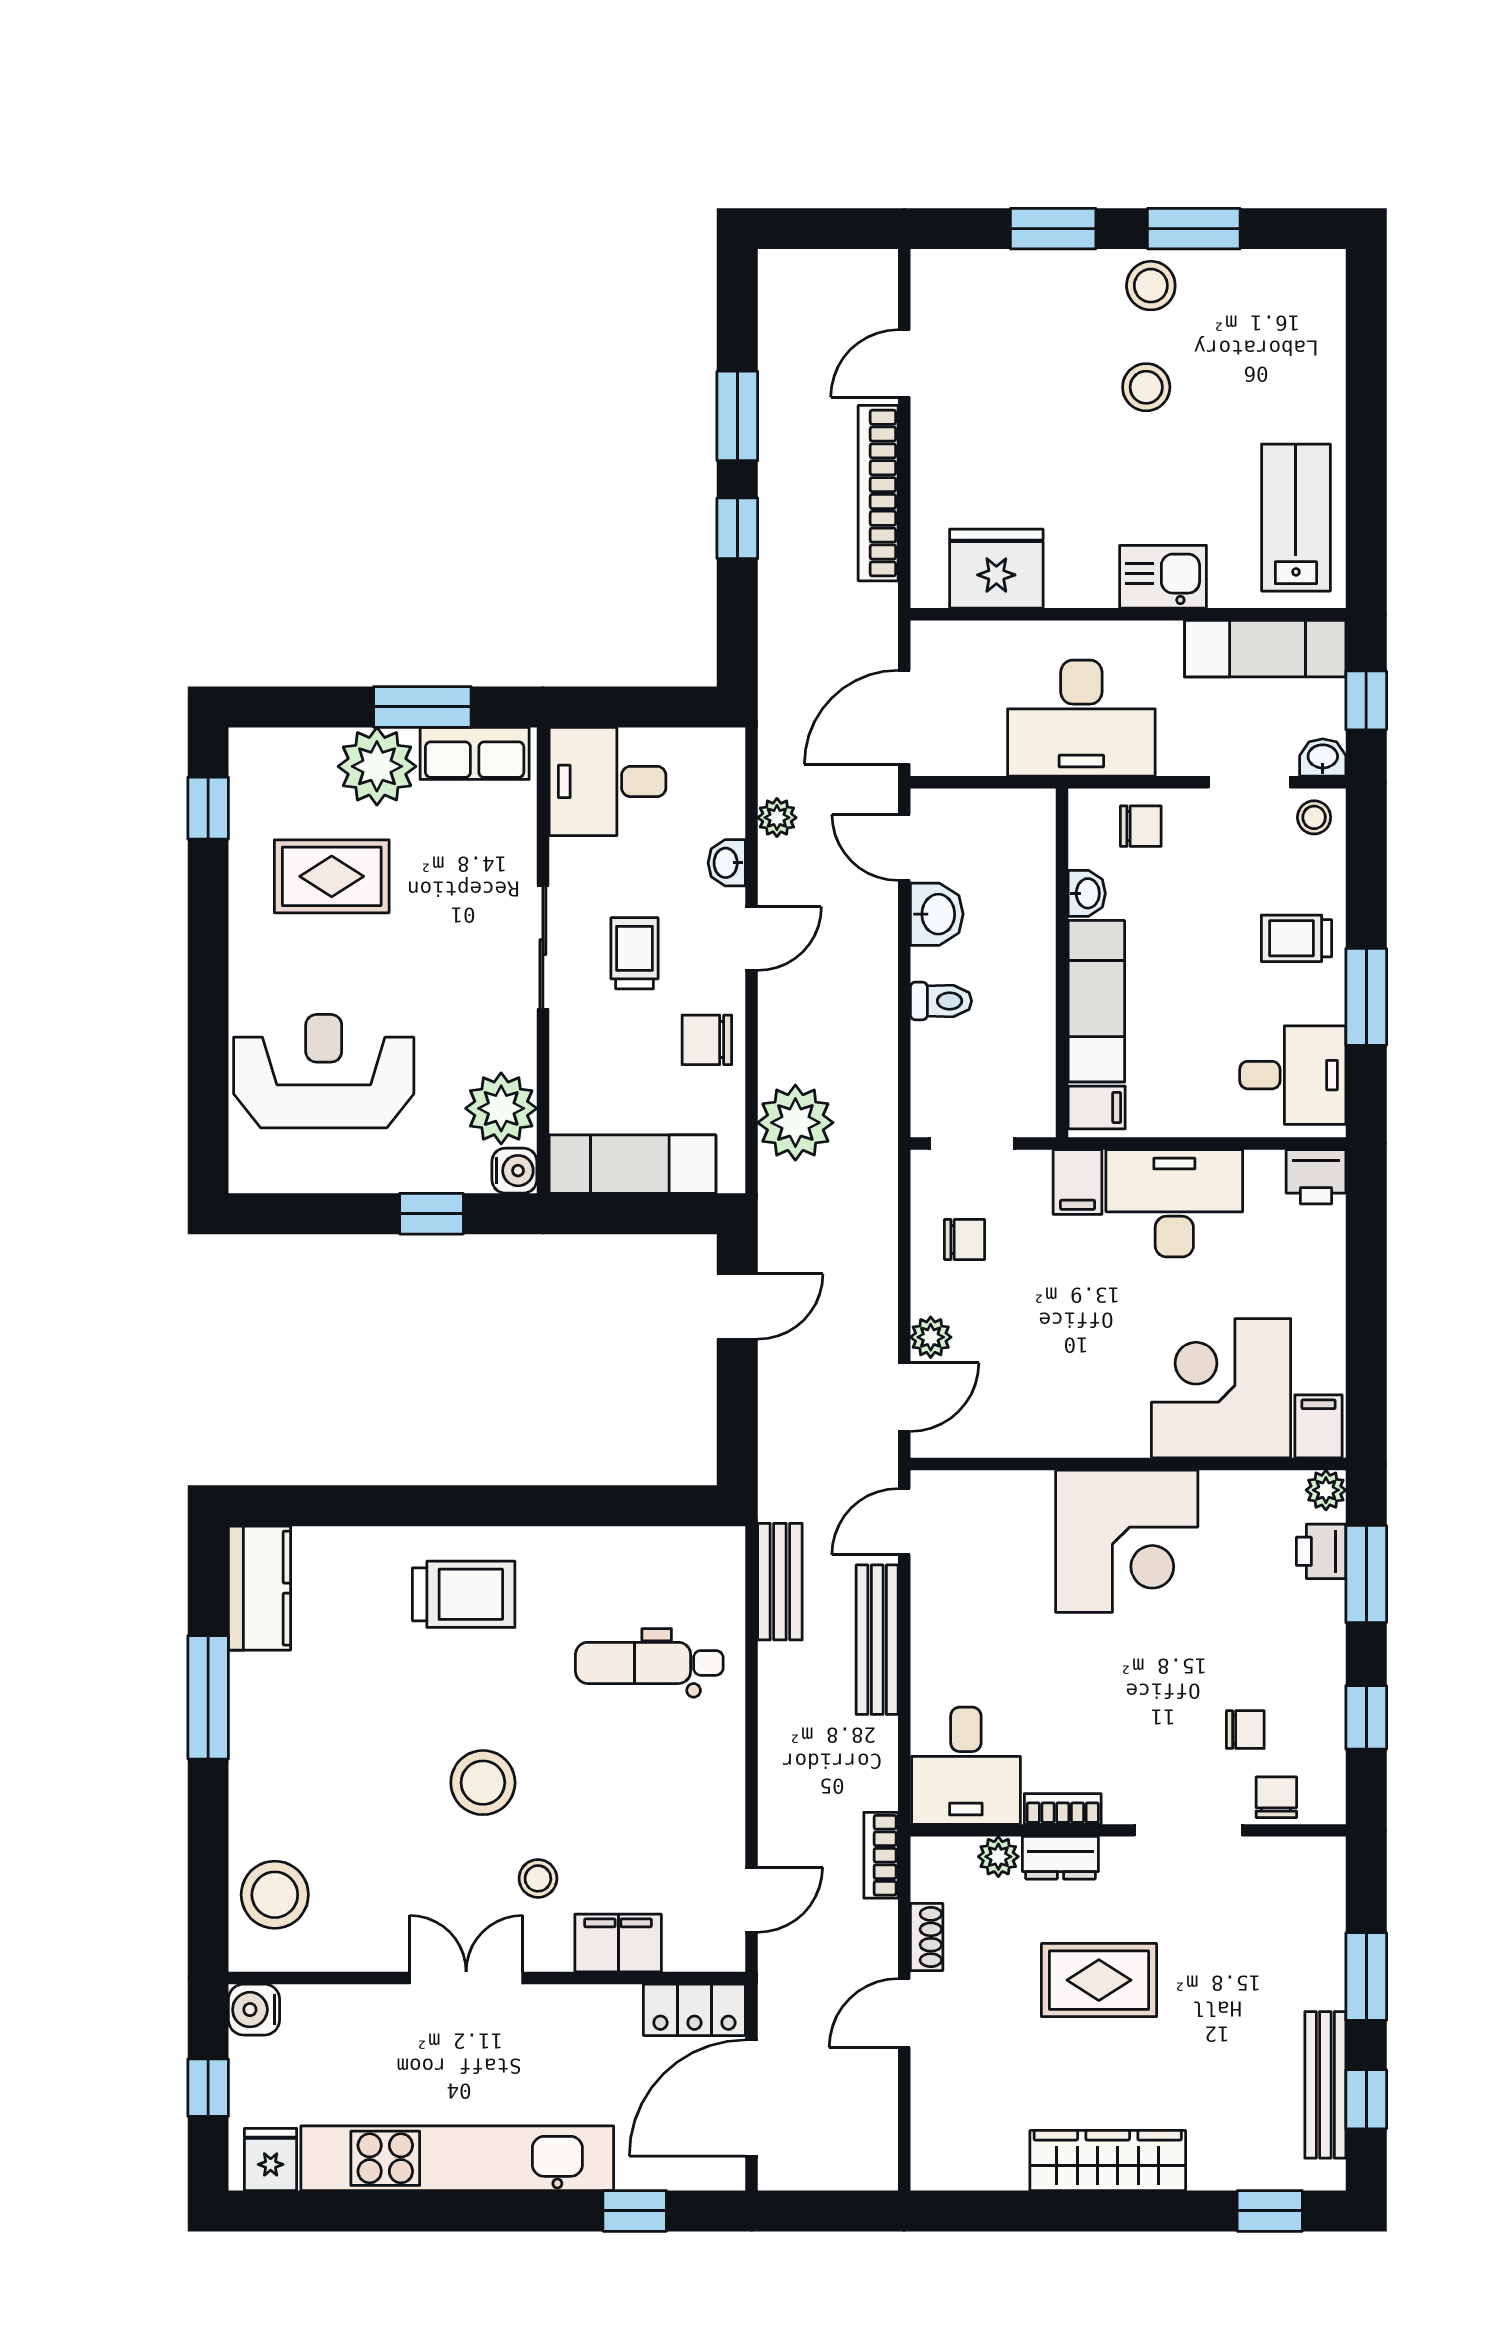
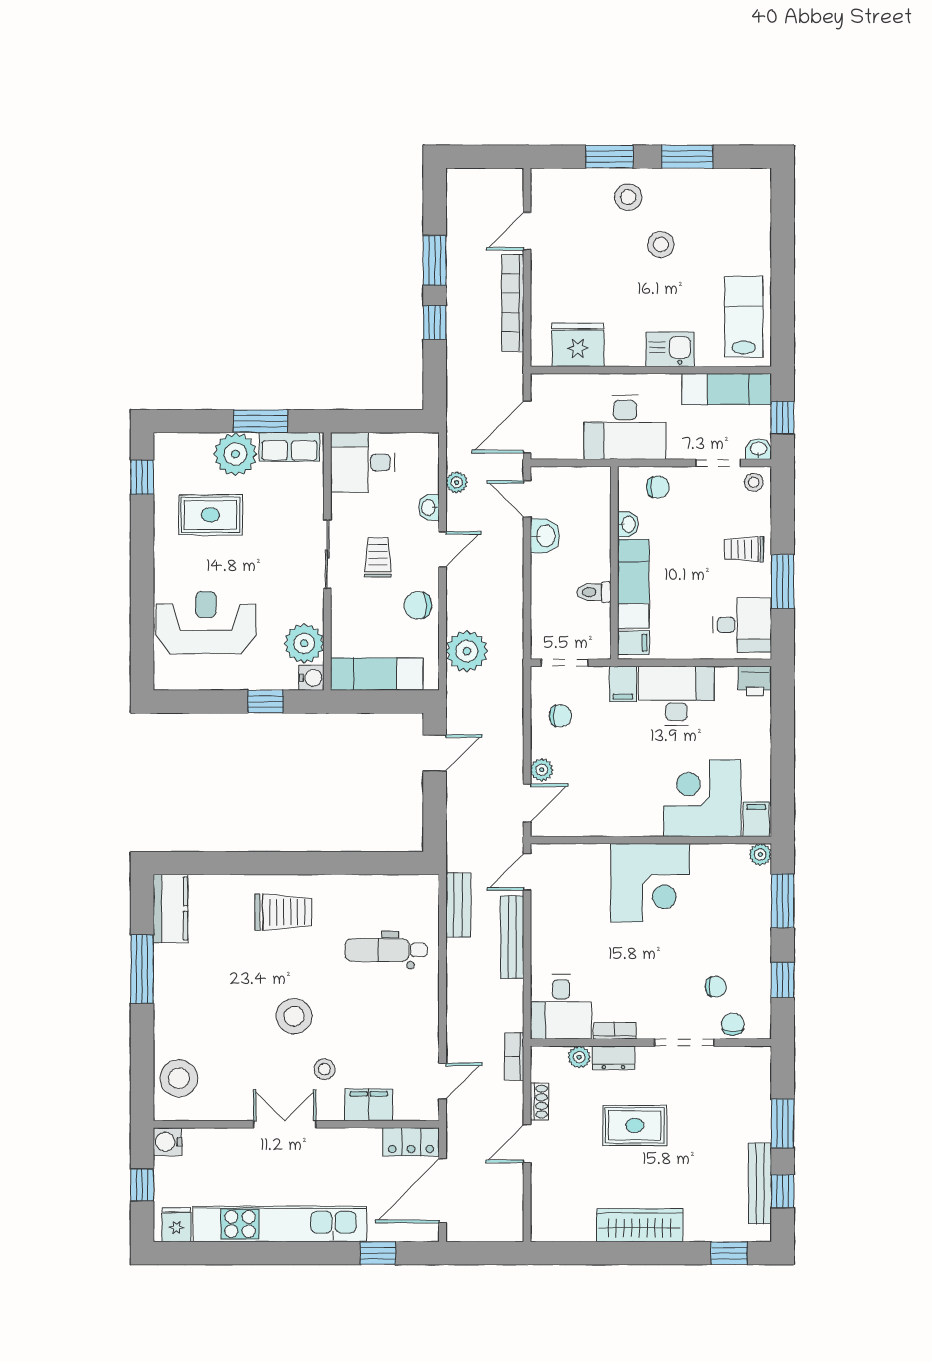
stool: (1151, 286) -> (628, 197), moved
toilet: (941, 1001) -> (594, 592), moved, turned 180
printer: (1321, 1551) -> (758, 888), removed

